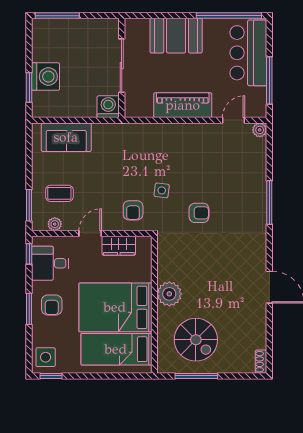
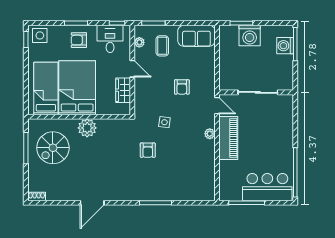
booth: (176, 36) -> (280, 133), removed
washing machine: (108, 107) -> (285, 46), moved, turned 180
door: (233, 120) -> (217, 106), moved
plant: (260, 130) -> (210, 134), moved
sofa: (66, 137) -> (196, 36), moved, turned -90
armchair: (133, 210) -> (182, 87), moved, turned -90

